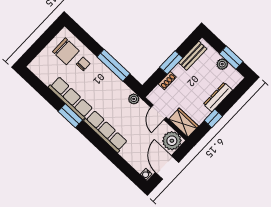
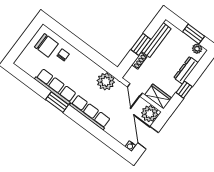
bench: (193, 56) -> (156, 40), width x1.36
plant: (222, 64) -> (197, 49), moved
window: (114, 65) -> (90, 53), removed
plant: (134, 99) -> (106, 81), width x1.88, depth x1.88

